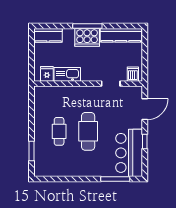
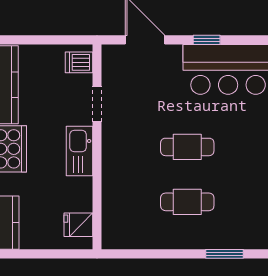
kitchen sink: (67, 74) -> (79, 151), moved
cafe table: (88, 131) -> (187, 147), width x0.73, depth x0.74

